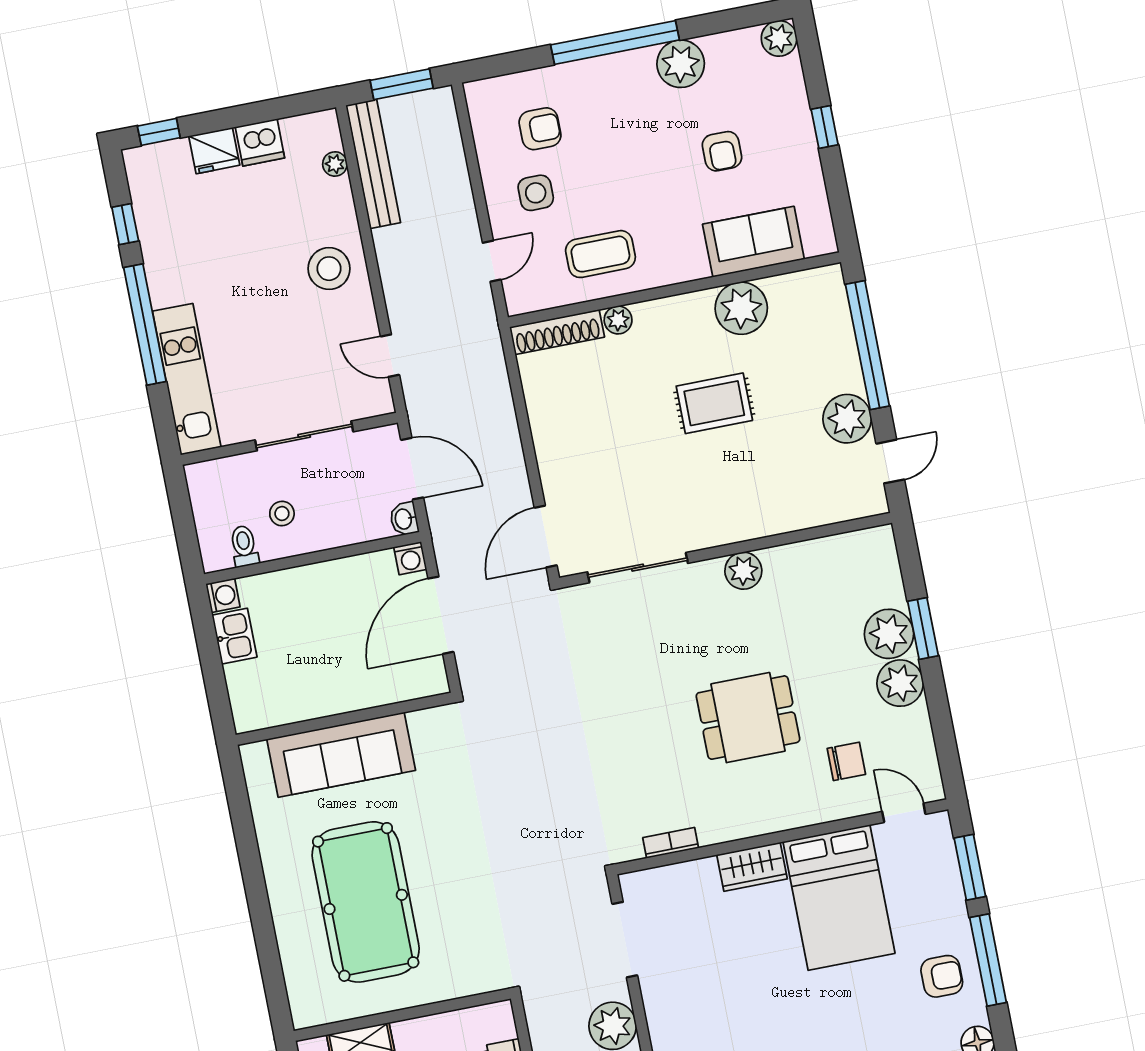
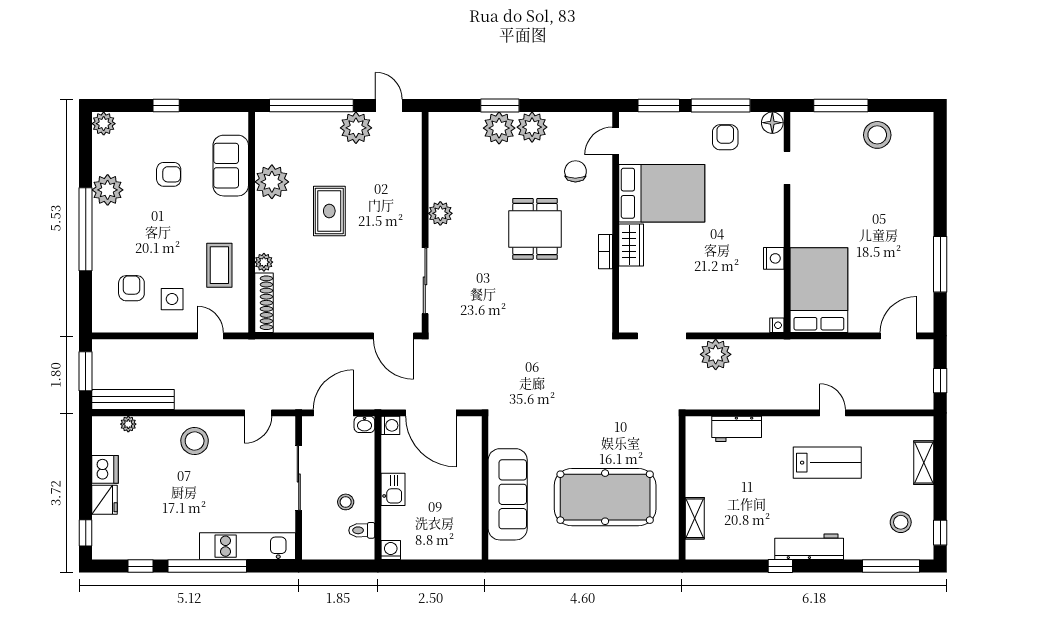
kitchen sink: (235, 636) -> (393, 489), moved, turned 90
bookcase: (671, 843) -> (606, 252), moved

